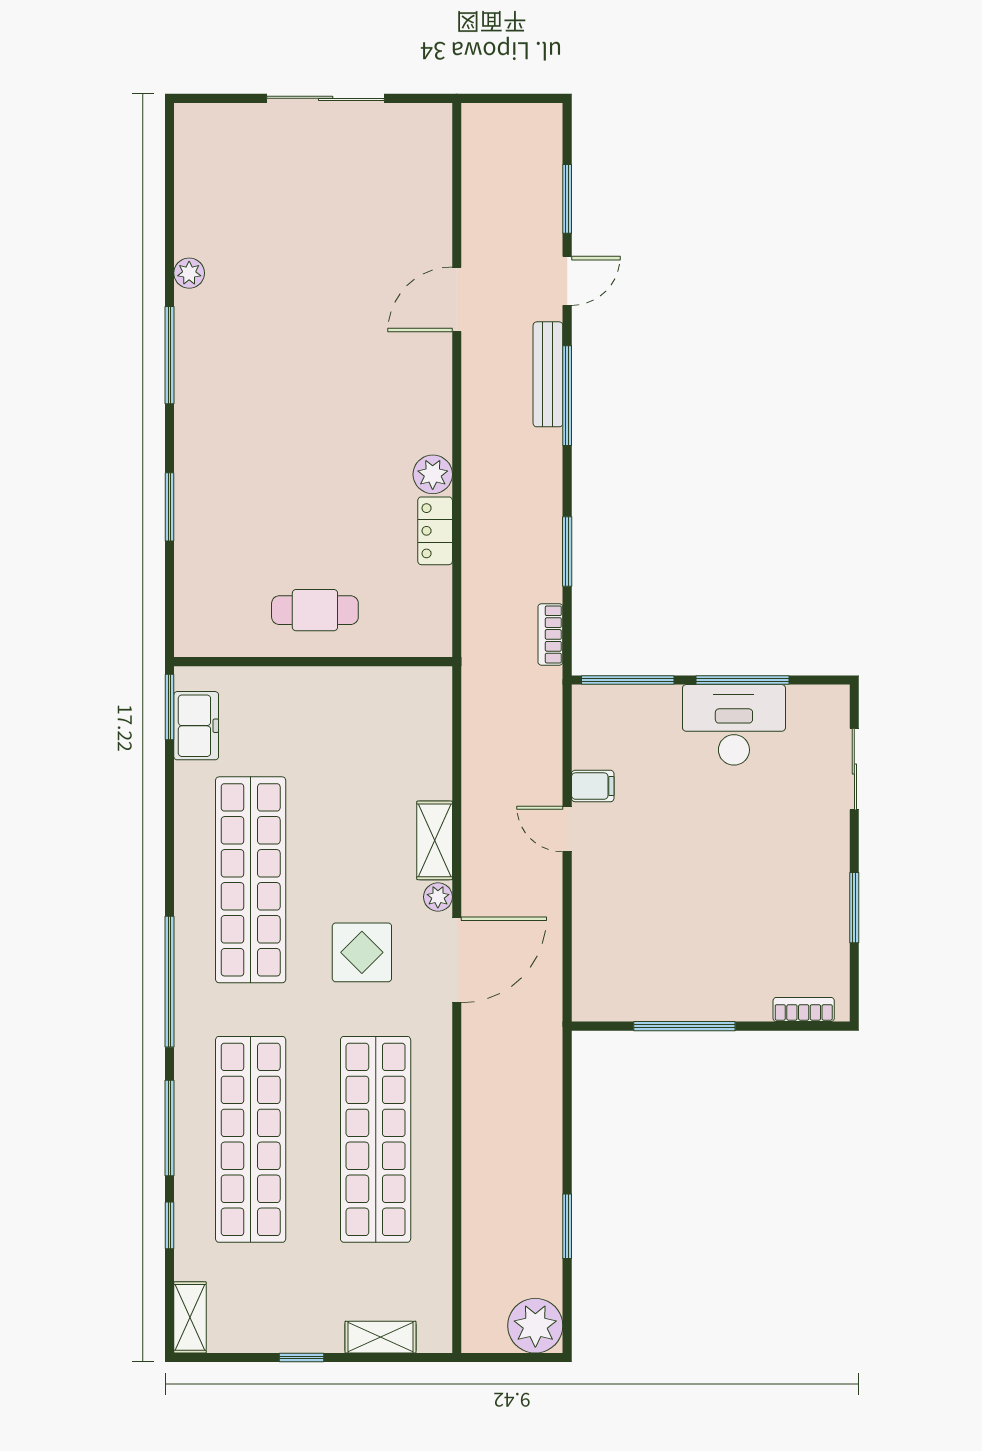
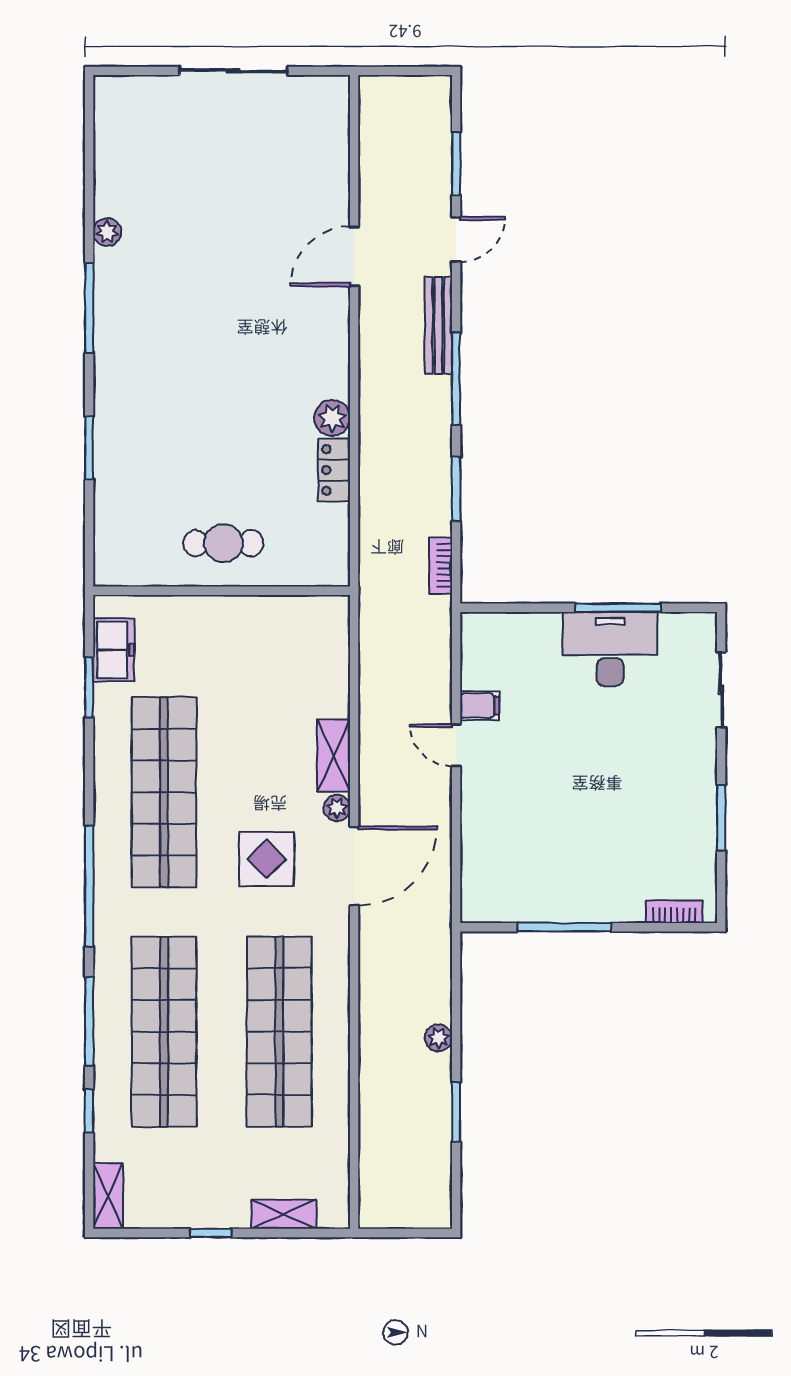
window: (567, 396) -> (456, 379), moved
window: (628, 680) -> (512, 608), removed
window: (170, 707) -> (89, 687), moved
plant: (535, 1326) -> (439, 1038), moved, width x0.53, depth x0.53

